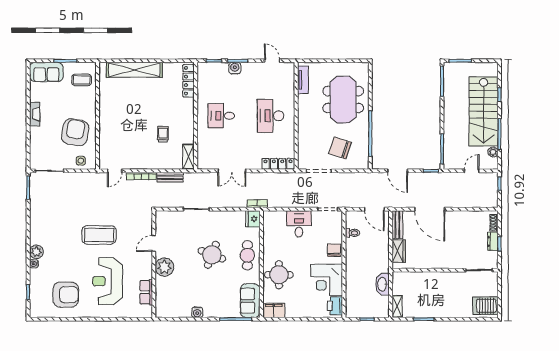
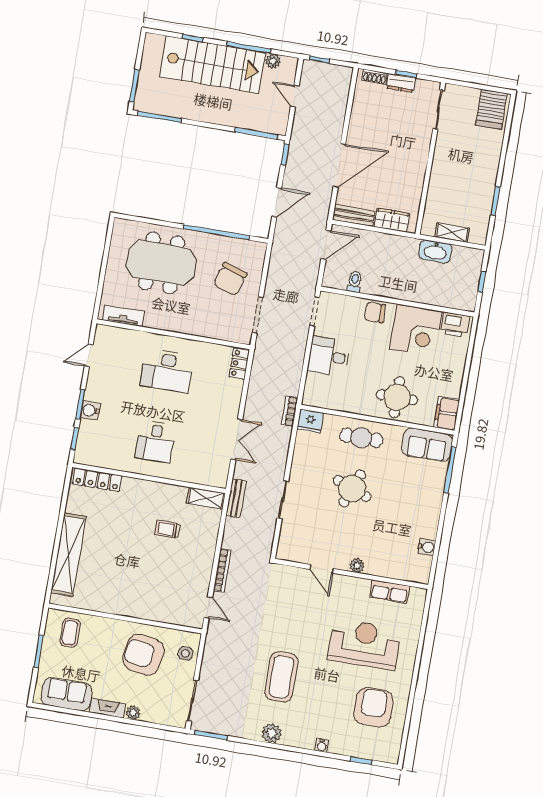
sofa: (46, 72) -> (67, 694), moved, turned -90
plant: (34, 132) -> (133, 713), added
locker: (278, 164) -> (239, 363), width x0.66
bench: (170, 177) -> (236, 498), moved
coffee table: (99, 235) -> (281, 677), moved
plant: (36, 252) -> (272, 733), moved
plant: (164, 267) -> (357, 566), width x0.53, depth x0.53
reception desk: (108, 281) -> (365, 644), turned 180
shelving: (397, 307) -> (452, 233), moved
water cooler: (197, 312) -> (427, 547), moved

